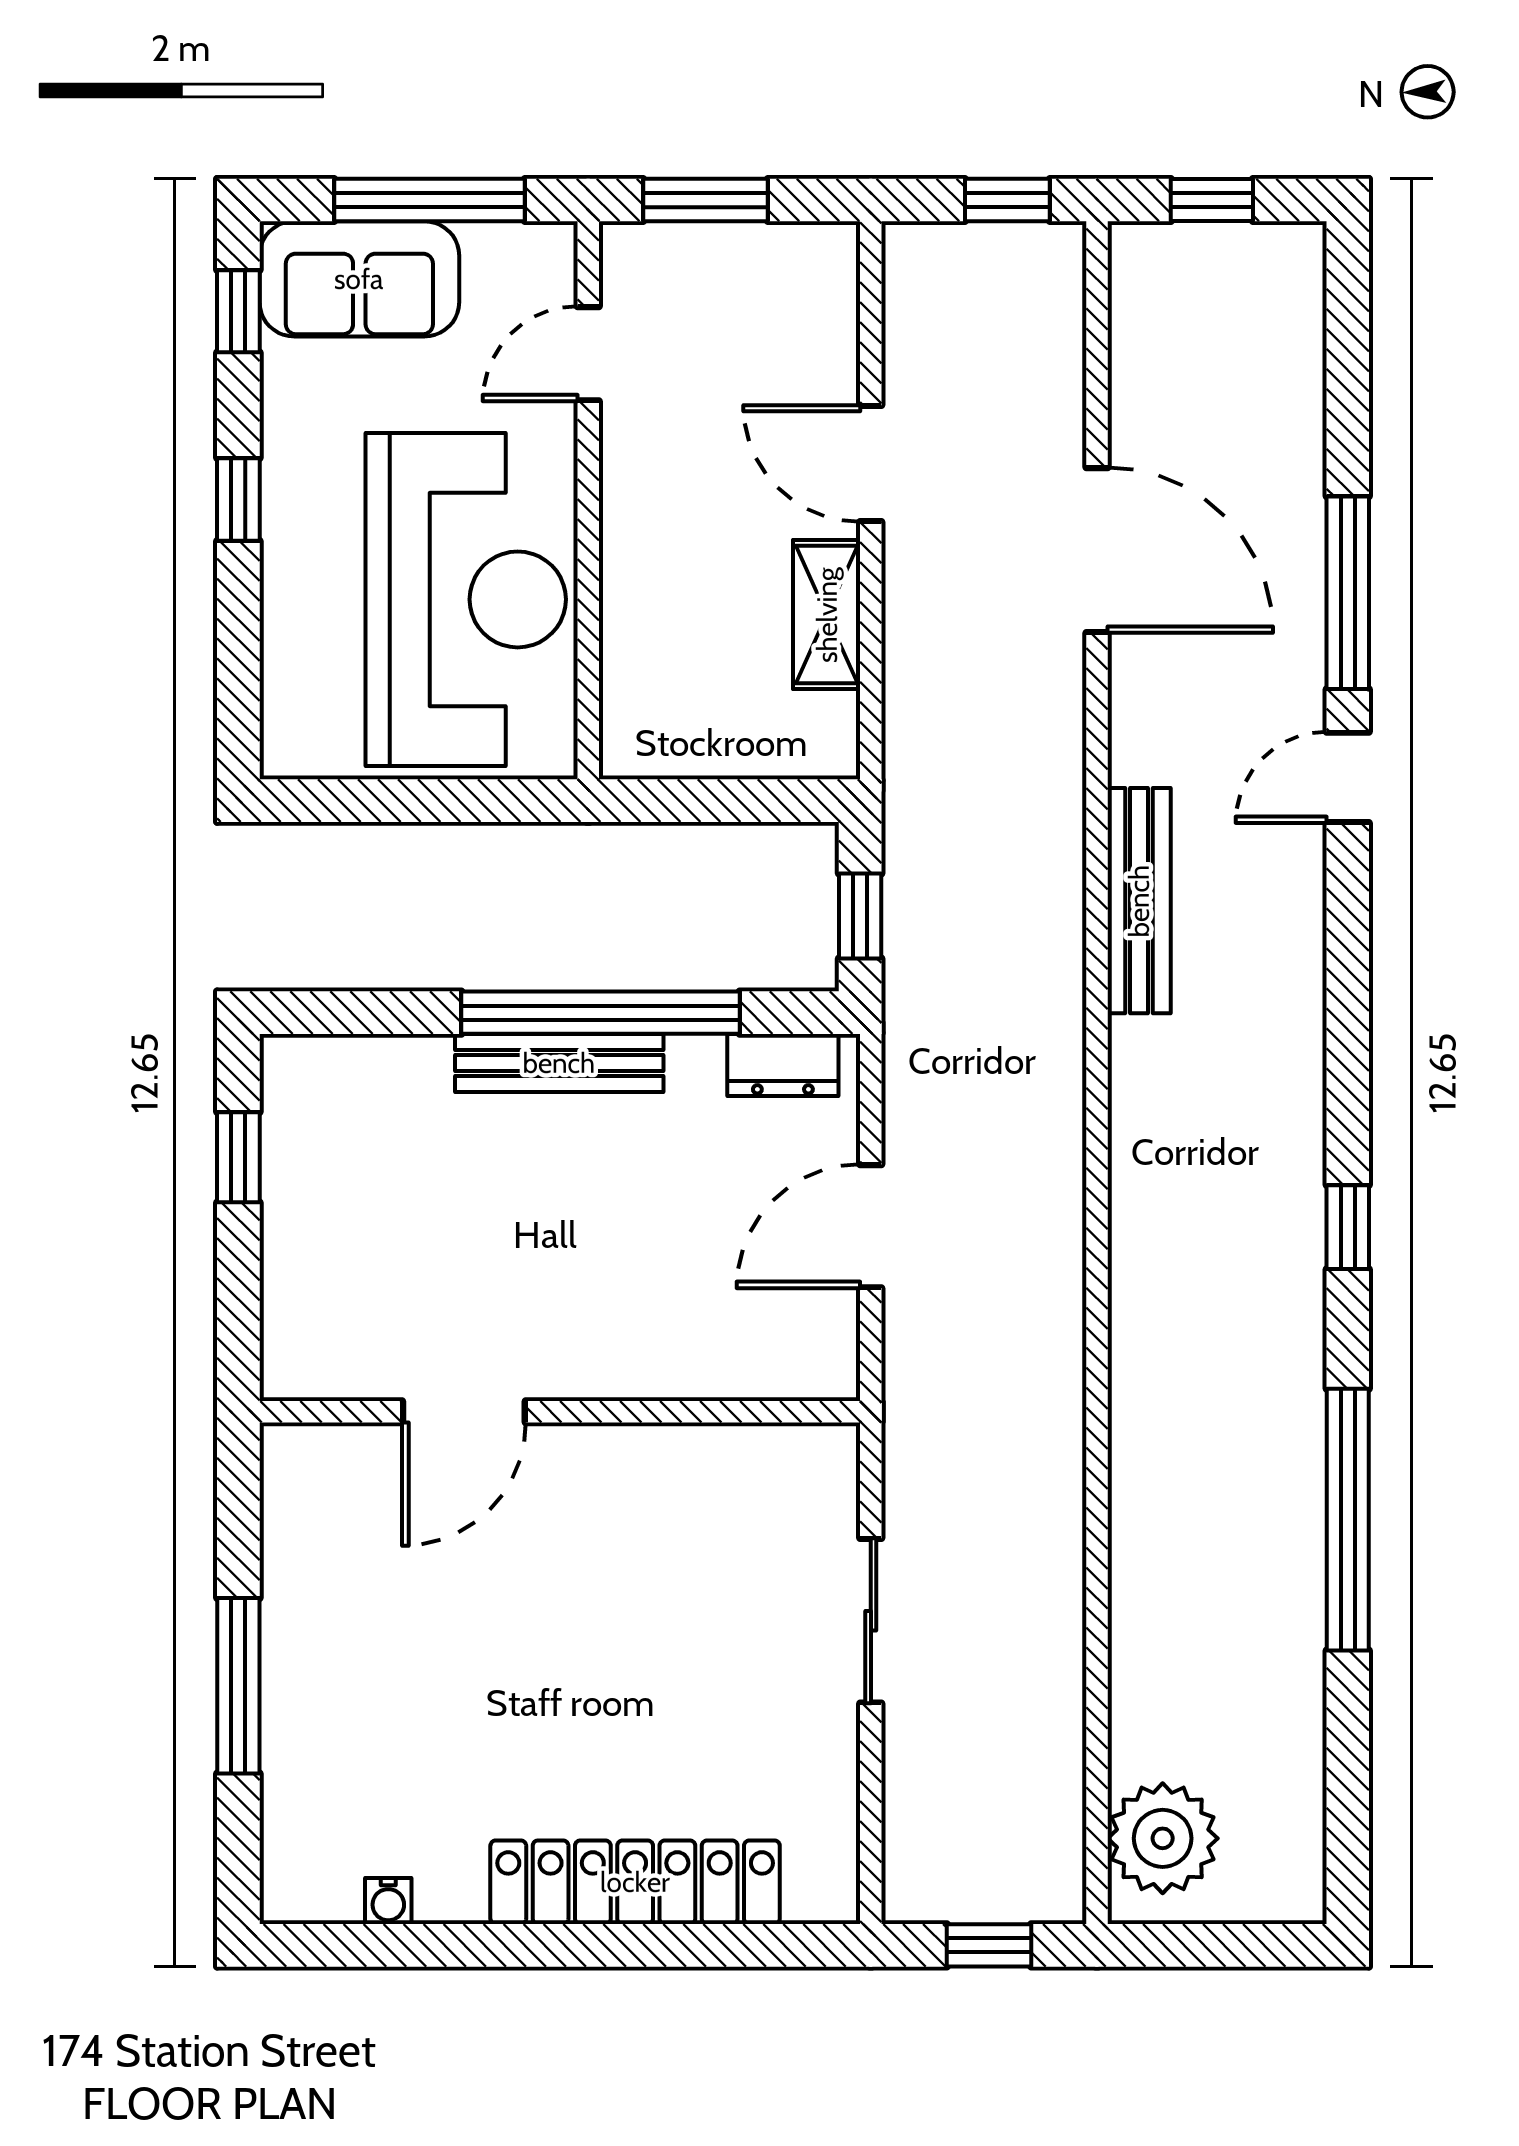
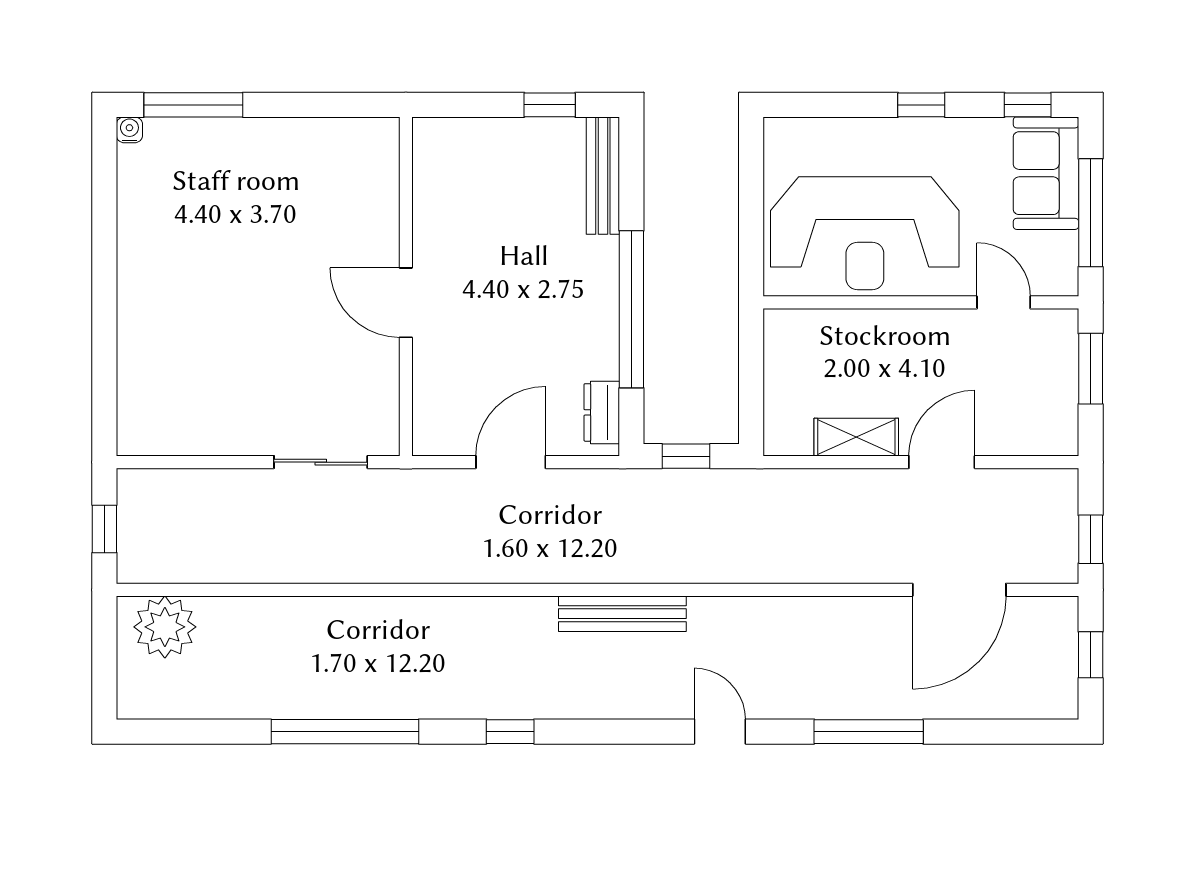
door: (1097, 550) -> (959, 590), moved
door: (1348, 777) -> (720, 732), moved
bench: (1139, 901) -> (622, 614), moved
bench: (559, 1063) -> (603, 176), moved
door: (871, 1226) -> (511, 462), hinge flipped
door: (464, 1412) -> (406, 303), moved
sliding door: (871, 1621) -> (321, 462), moved
window: (238, 1686) -> (193, 105), moved
locker: (635, 1882) -> (140, 329), removed
water cooler: (388, 1901) -> (129, 130), moved, turned 90

